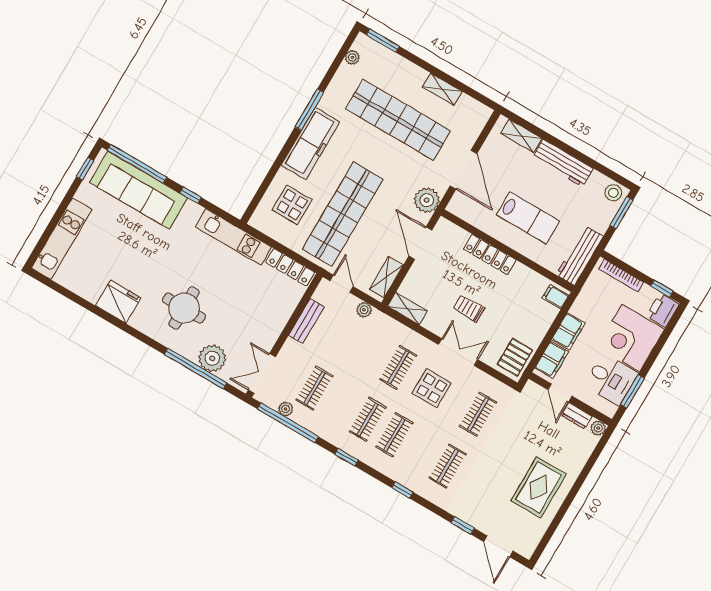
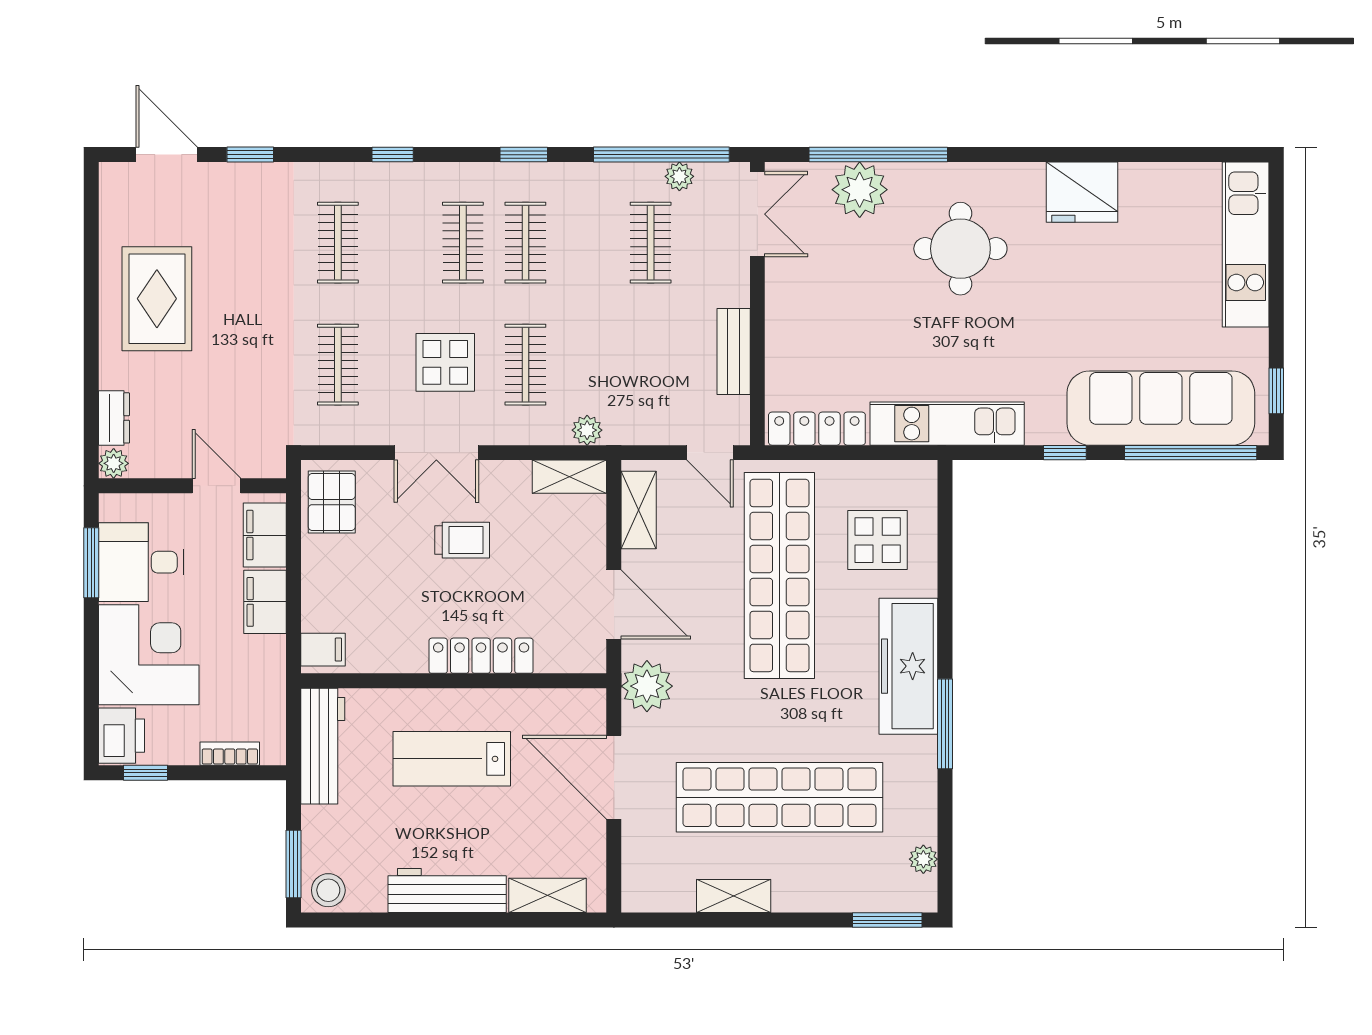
bookcase: (621, 276) -> (230, 754), width x0.64
plant: (364, 310) -> (587, 430), moved
dresser: (577, 416) -> (114, 418), moved, turned 90

